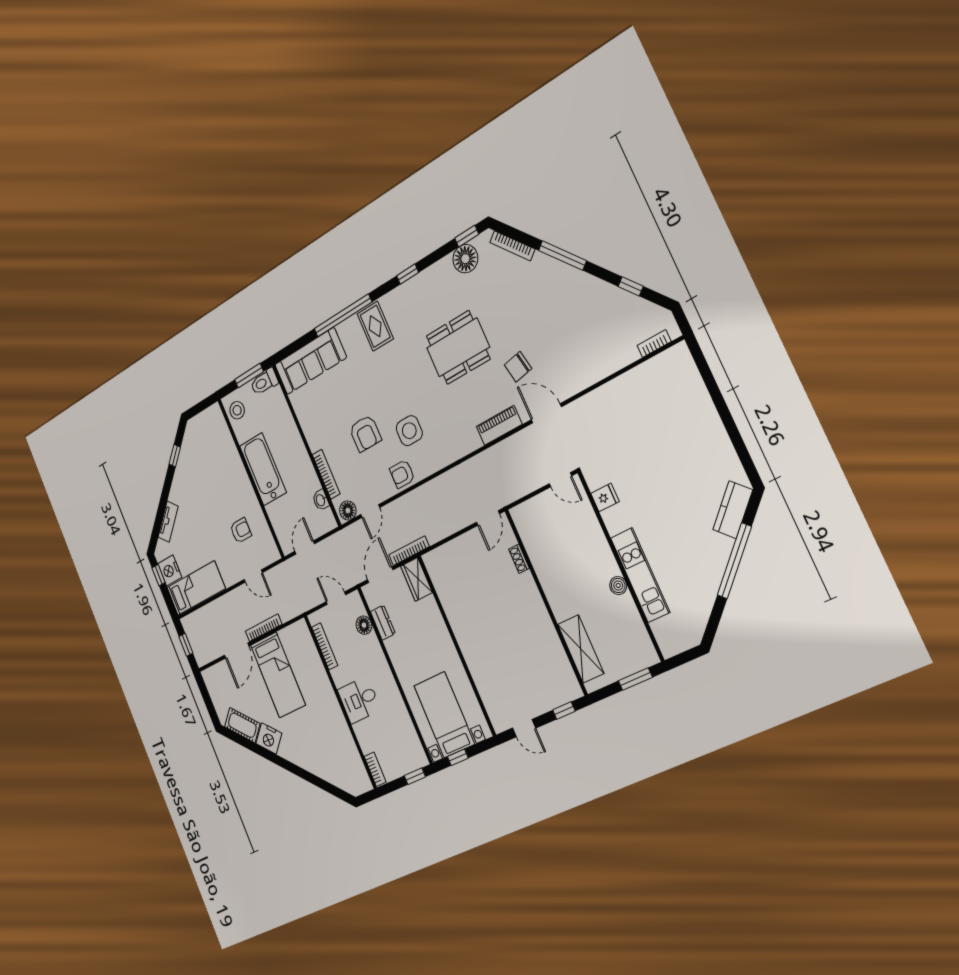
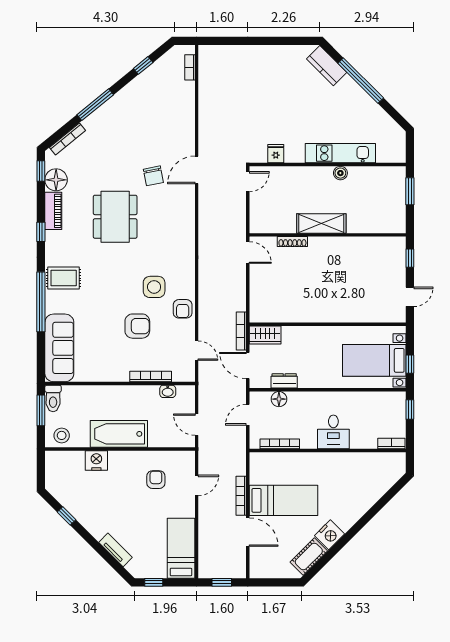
piano: (499, 425) -> (53, 211), moved, turned 180
floor lamp: (348, 511) -> (187, 370), removed
shoe rack: (519, 559) -> (292, 242), width x1.43
nightstand: (170, 570) -> (96, 460), moved, turned 180
shelving: (581, 649) -> (321, 223), moved

